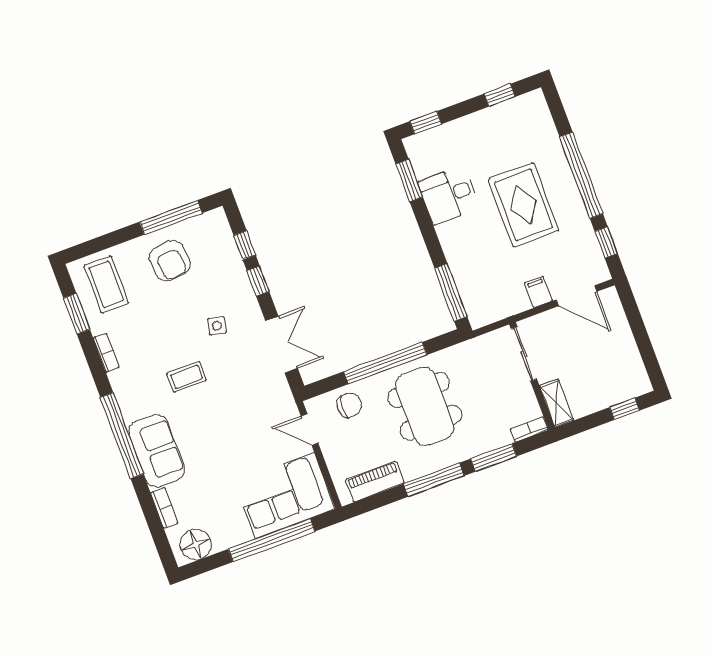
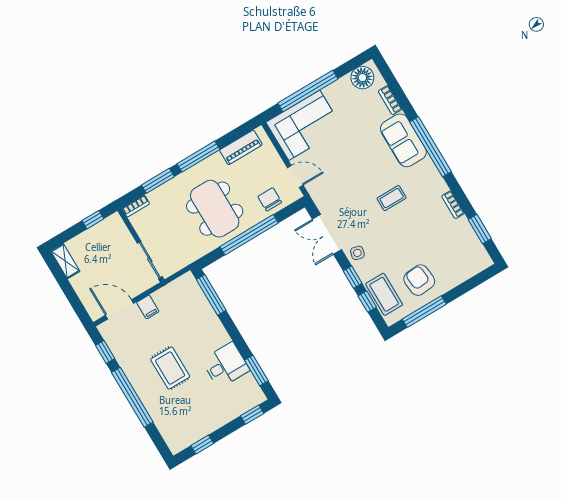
rug: (523, 205) -> (170, 368), width x0.73, depth x0.70
coffee table: (106, 284) -> (384, 294), moved
side table: (217, 326) -> (357, 253), moved
shelving: (557, 403) -> (65, 261), moved
chair: (349, 405) -> (270, 199), turned 90
window: (625, 409) -> (93, 220), moved

